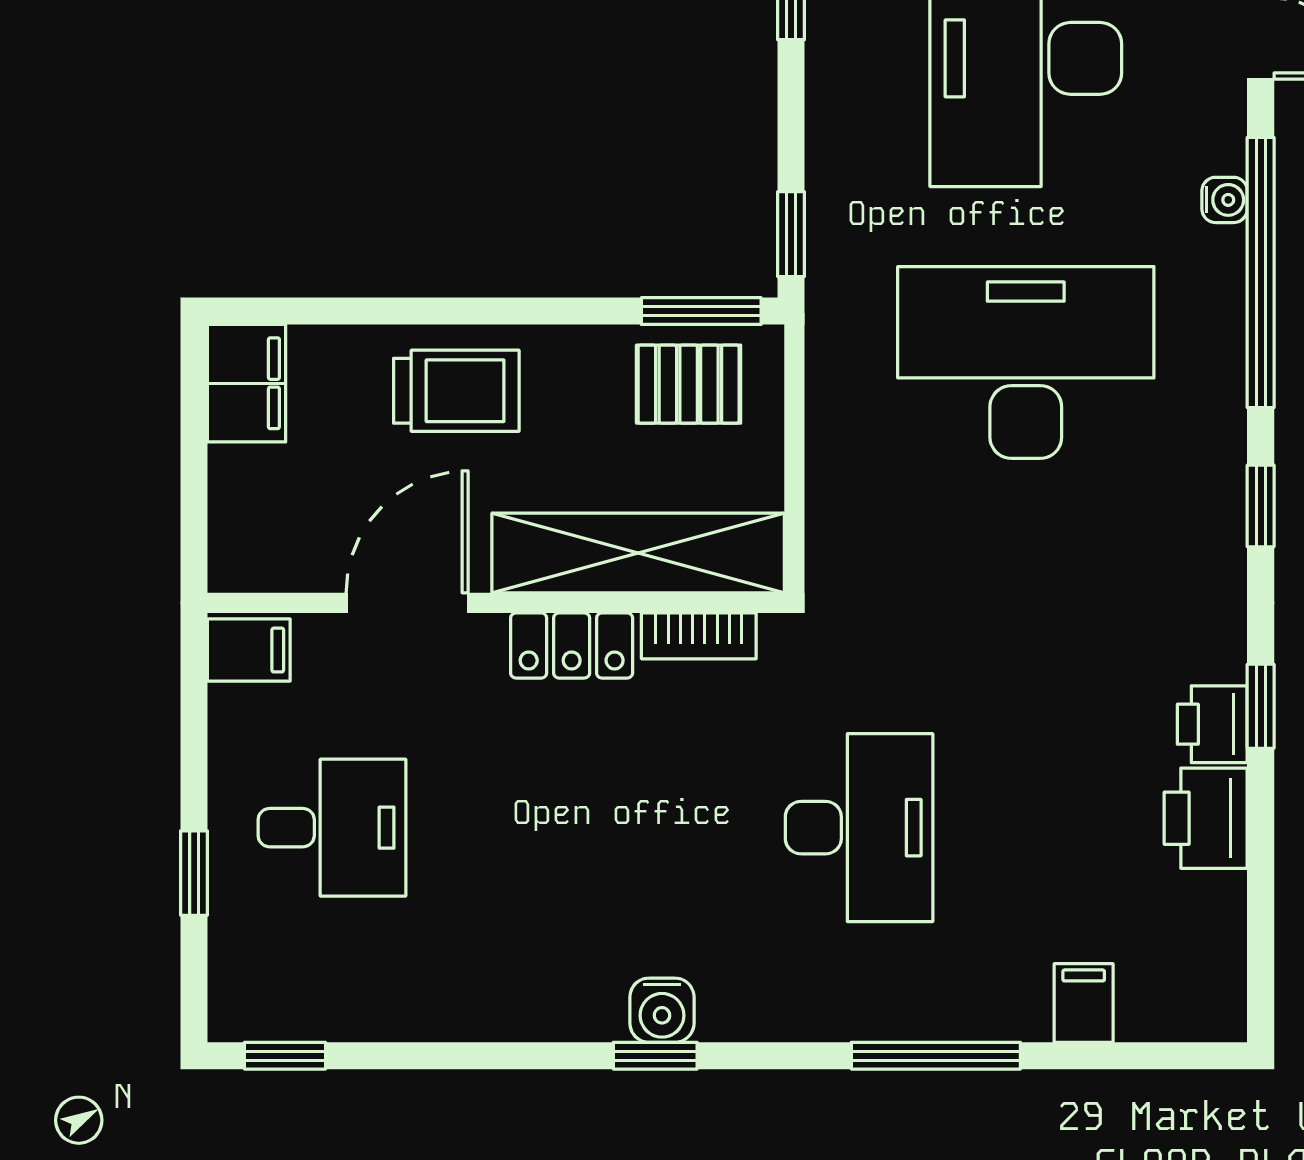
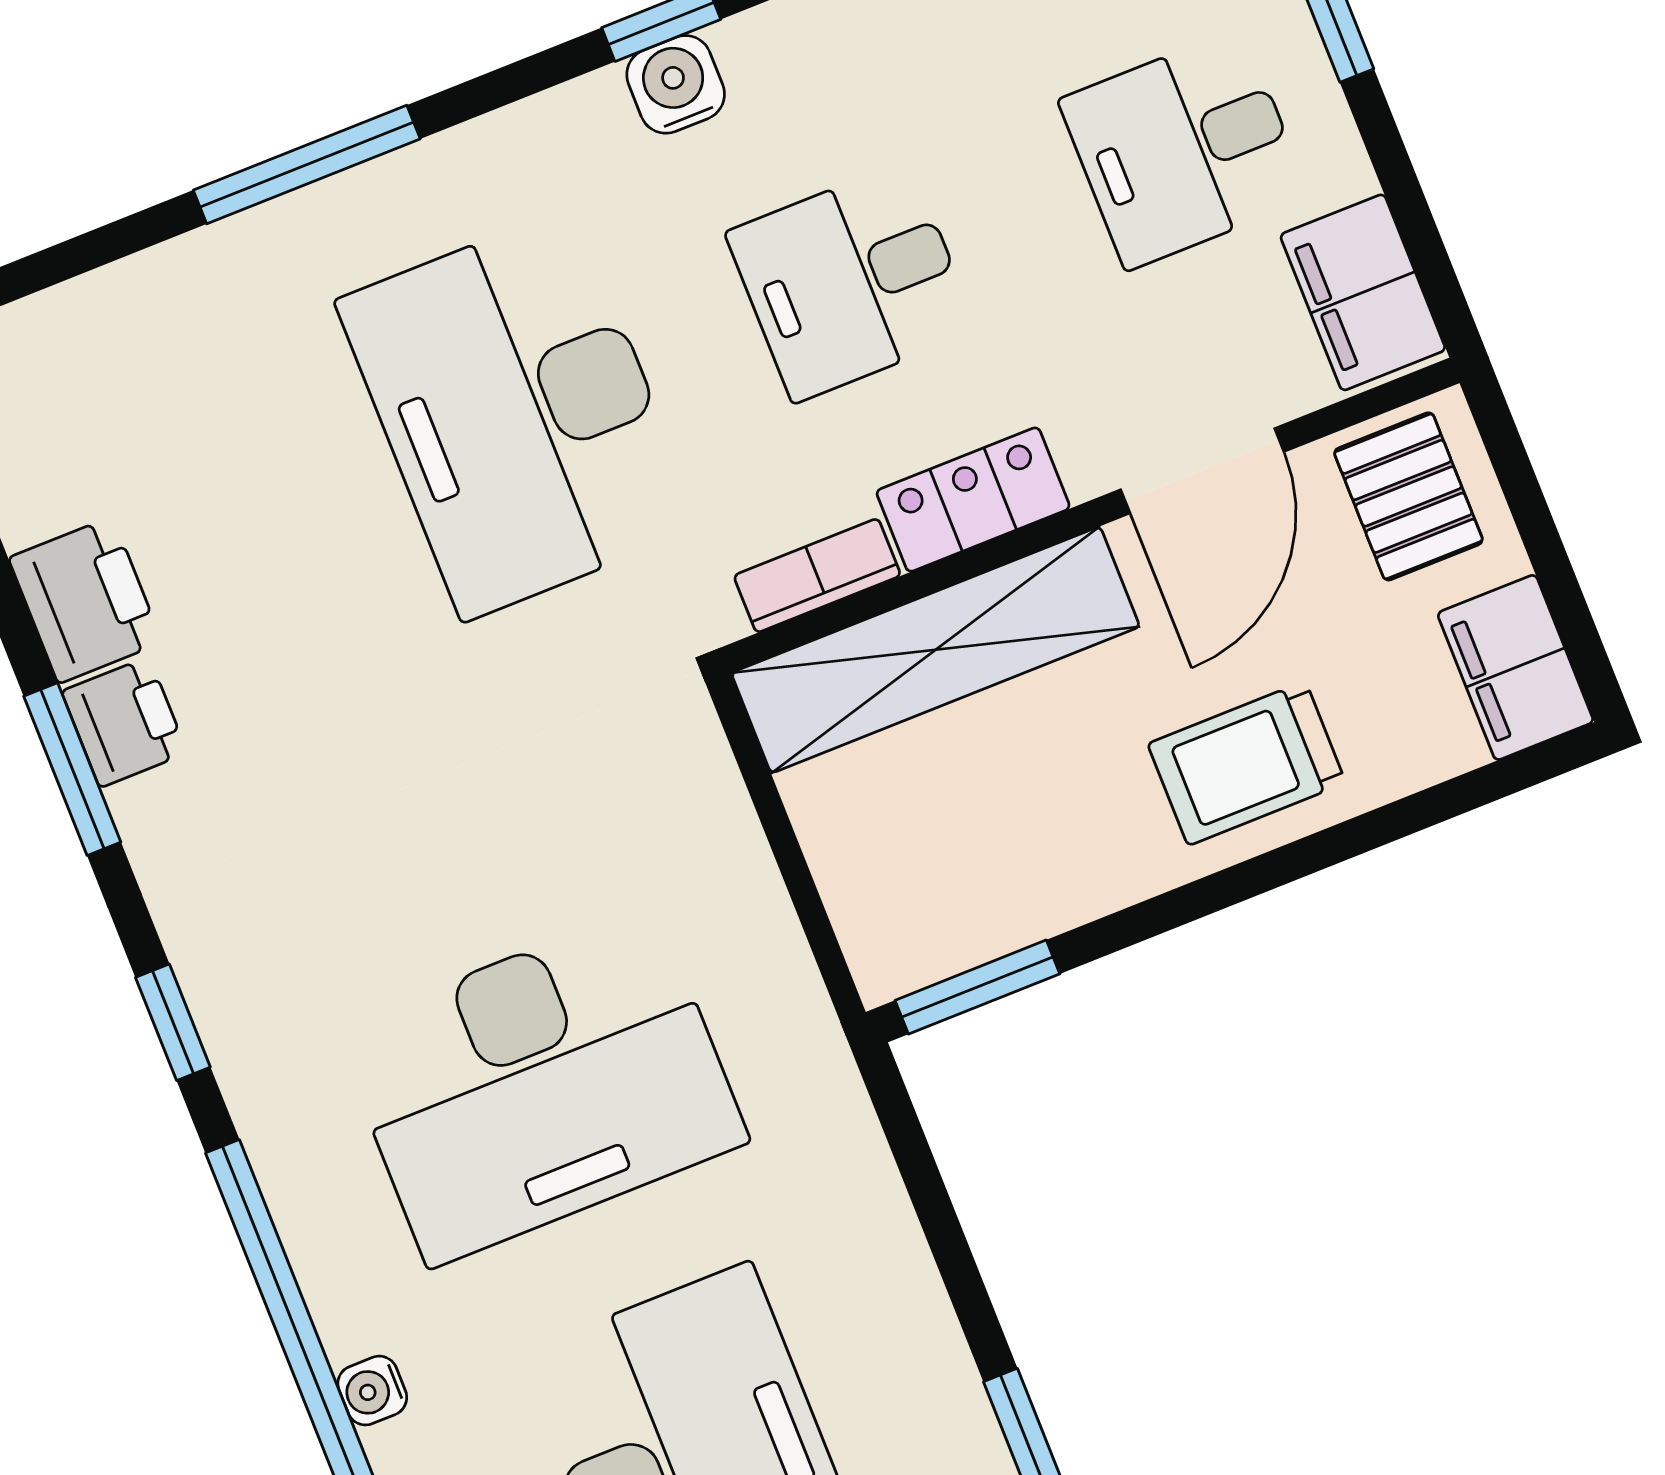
window: (791, 234) -> (903, 1129), removed
pallet: (689, 384) -> (1408, 496), moved, turned 90
filing cabinet: (249, 650) -> (1363, 292), width x2.00
window: (1261, 706) -> (72, 769), width x1.50
desk: (596, 828) -> (851, 282), added
desk: (859, 828) -> (518, 414), width x1.36, depth x1.30
filing cabinet: (1084, 1003) -> (147, 305), removed

